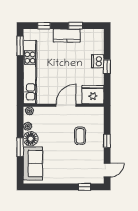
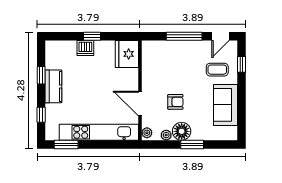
door: (66, 105) -> (140, 103), moved
armchair: (54, 134) -> (175, 102), added
coffee table: (80, 136) -> (217, 70), moved
window: (107, 141) -> (184, 36), width x2.17
sofa: (33, 163) -> (226, 105), moved, turned -90
door: (107, 170) -> (220, 36), swing flipped

